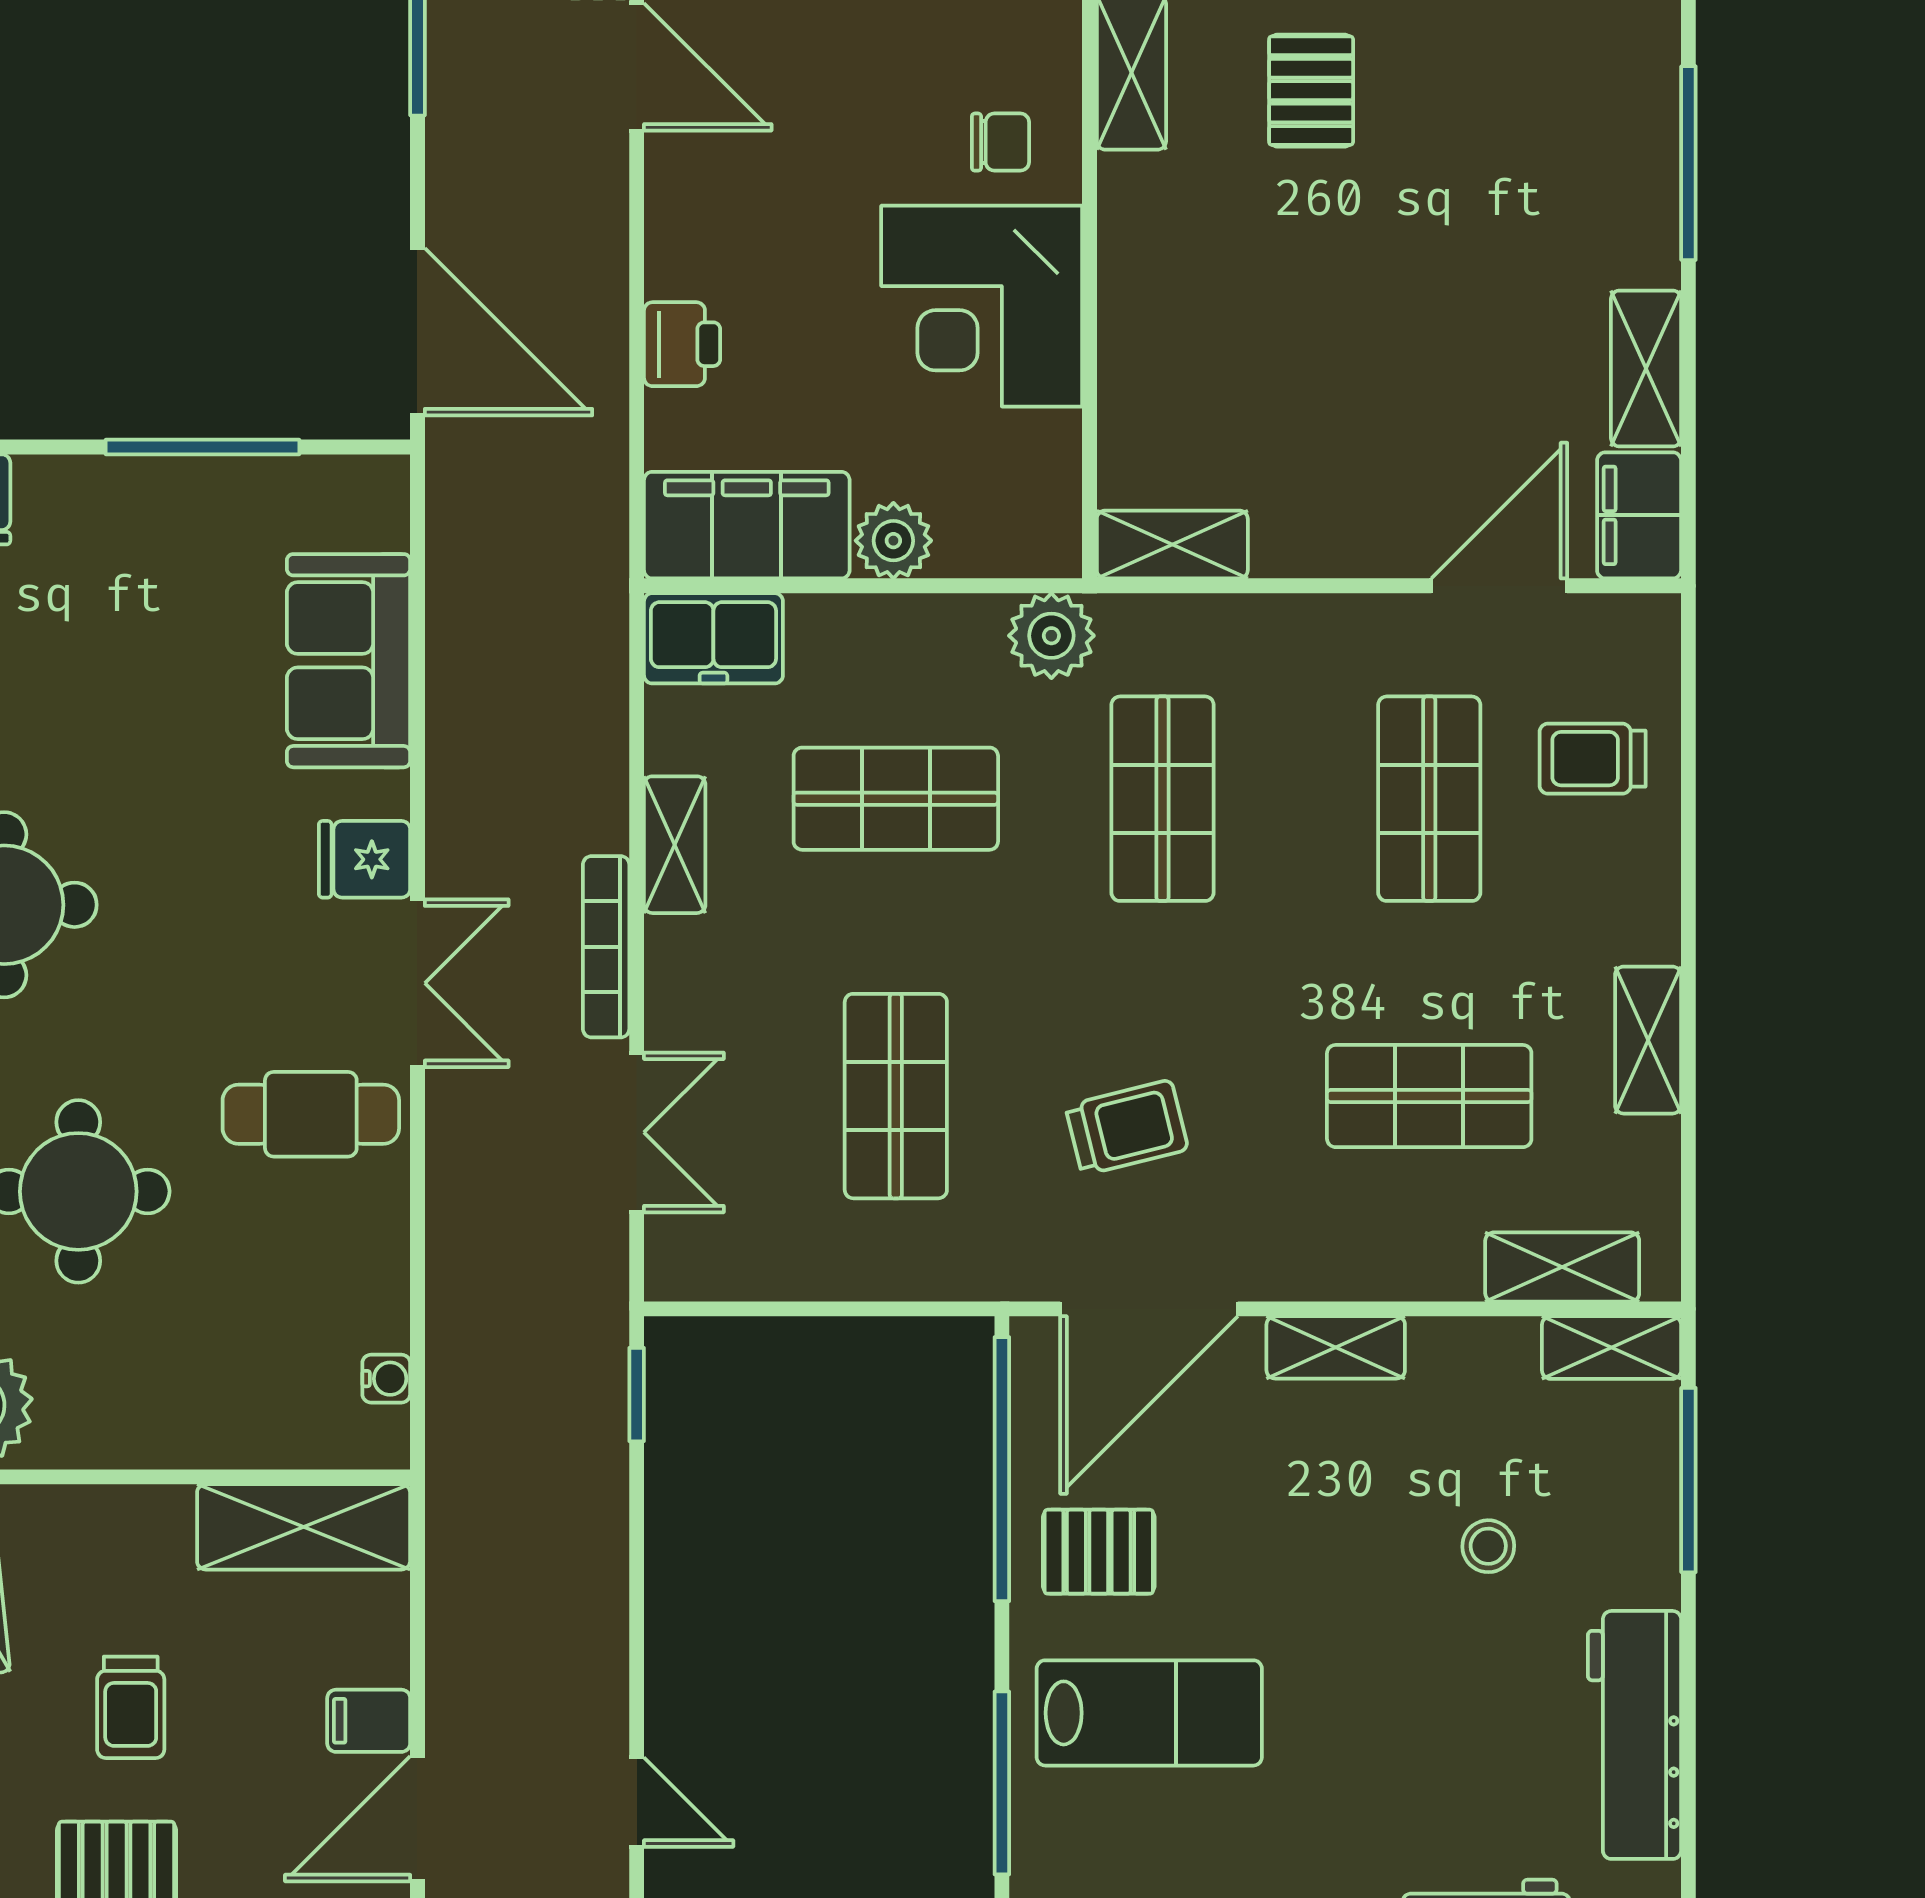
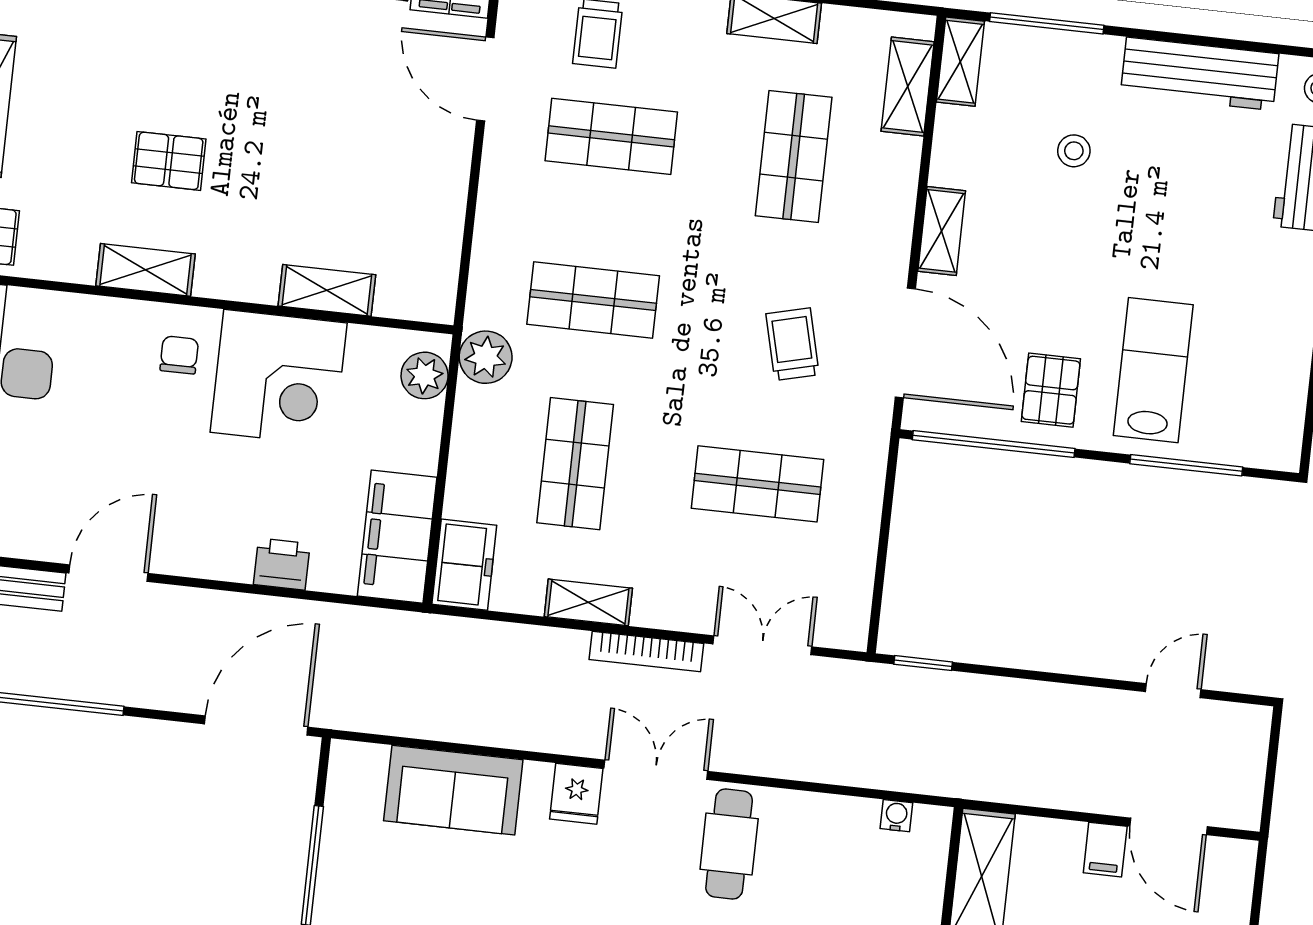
plant: (893, 541) -> (425, 375), moved
shelving: (1172, 545) -> (327, 290), moved, turned 90

